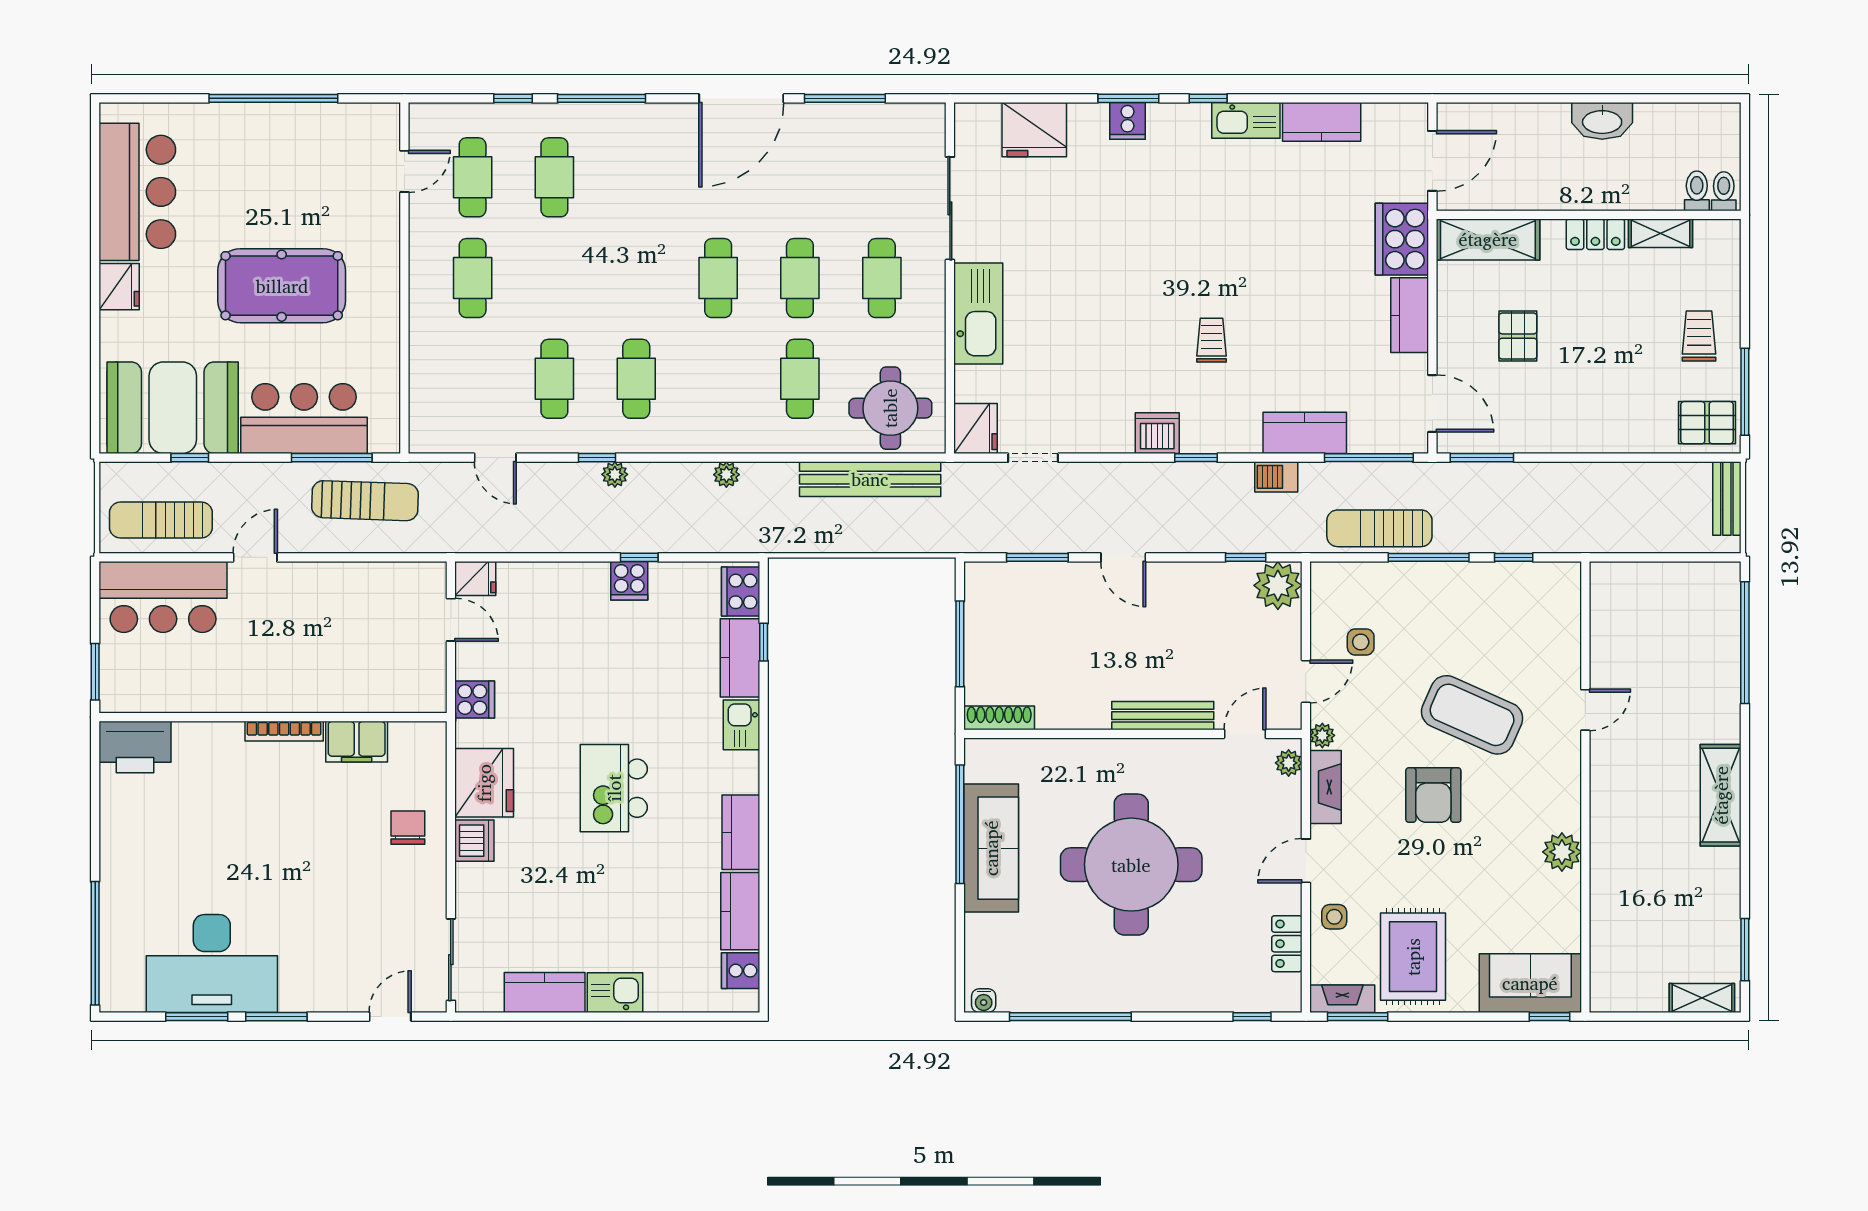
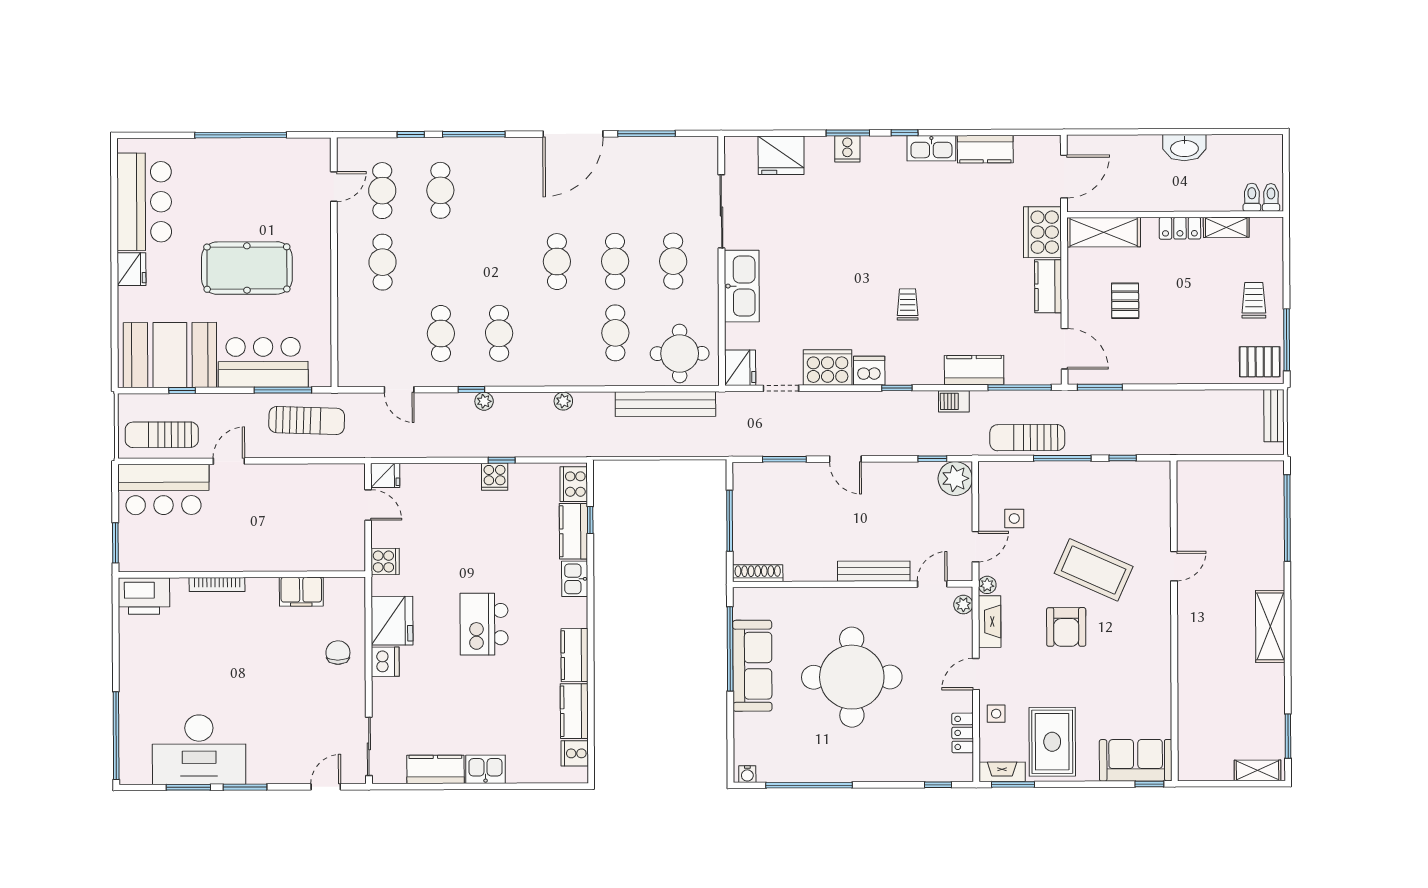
cooker: (1099, 429) -> (828, 367), added
bookcase: (284, 731) -> (217, 585), moved
plant: (1562, 852) -> (1158, 667), removed

